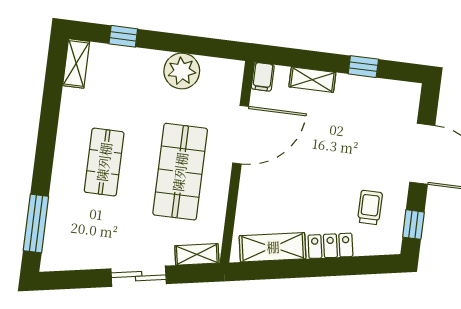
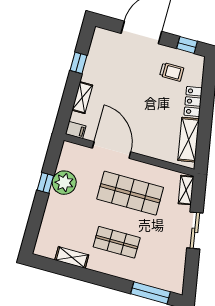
window: (123, 36) -> (45, 183), moved
shelving: (76, 63) -> (72, 257), moved
trolley: (370, 207) -> (172, 72), turned 180

